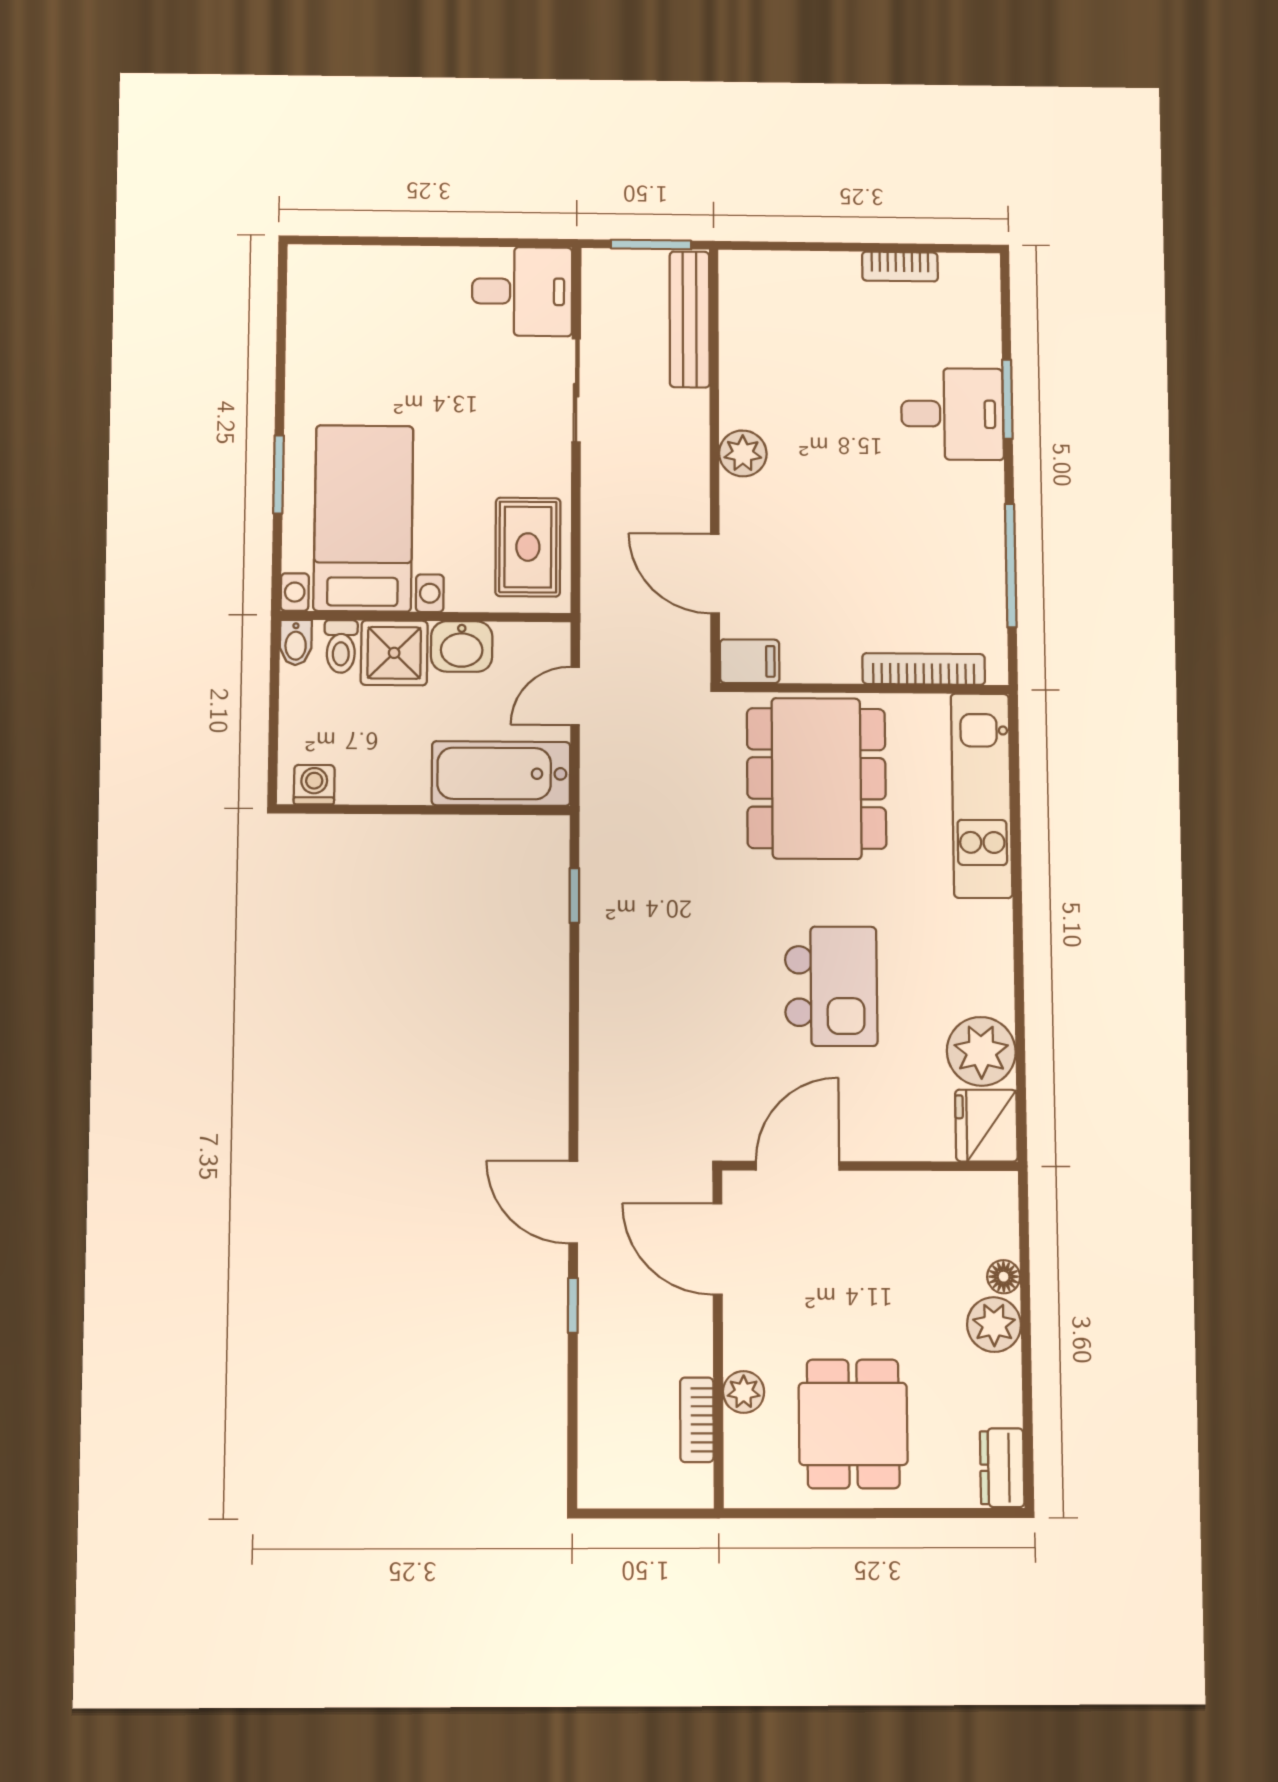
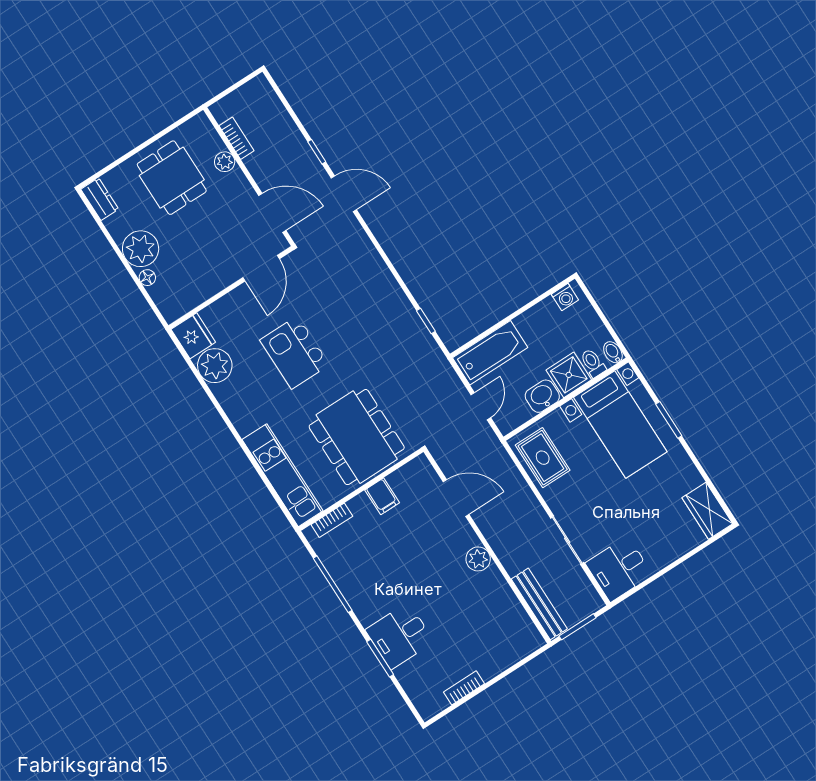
wardrobe: (315, 291) -> (707, 511), added
filing cabinet: (750, 661) -> (382, 496), moved, turned -90
bookcase: (924, 669) -> (332, 520), width x0.64
plant: (994, 1325) -> (141, 249), width x1.36, depth x1.36

